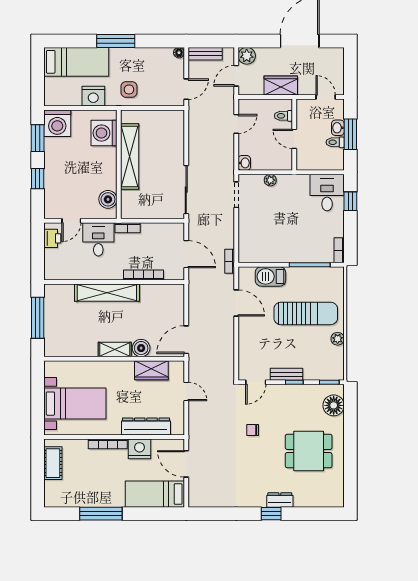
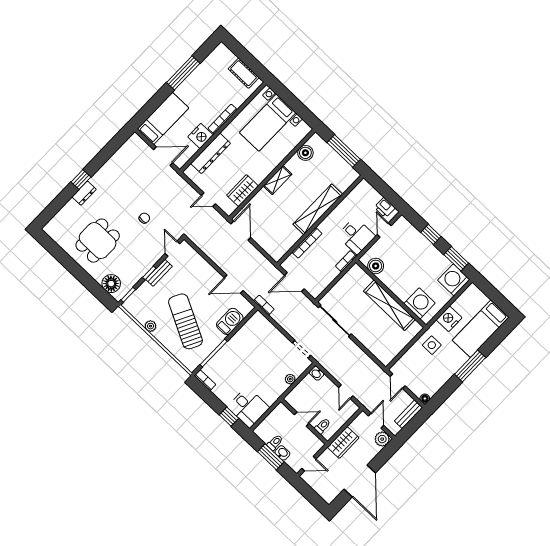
sun lounger: (306, 313) -> (185, 321), turned 117
boiler: (141, 348) -> (305, 153), moved

